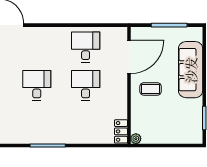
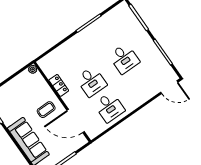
door: (129, 57) -> (76, 121), hinge flipped
locker: (121, 131) -> (59, 85), moved

